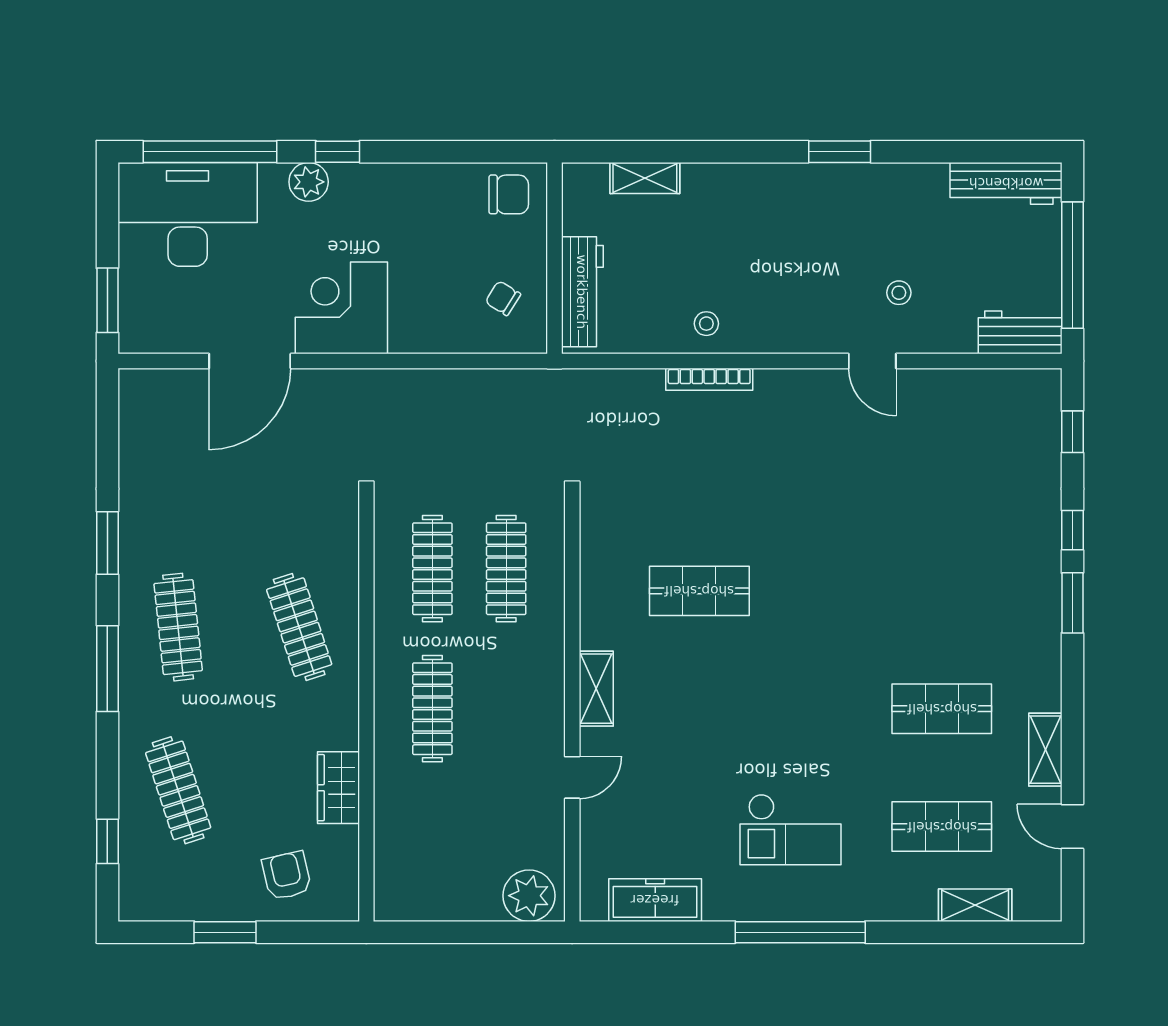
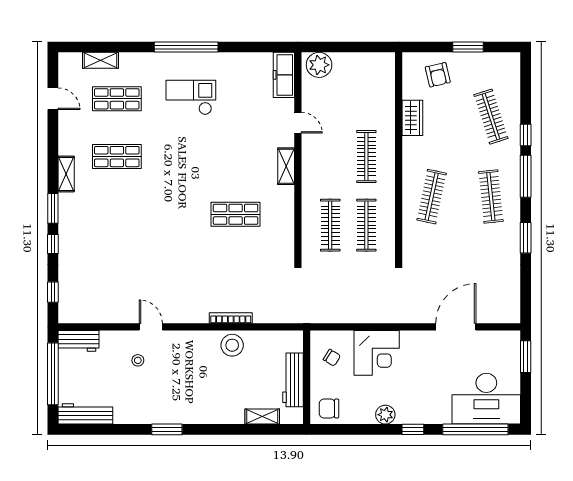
plant: (309, 182) -> (385, 415), moved
workbench: (582, 292) -> (293, 380), moved
corner desk: (341, 308) -> (377, 353), moved
stool: (706, 324) -> (232, 345), width x1.89, depth x1.89
clothes rail: (299, 627) -> (432, 197), turned 30
shelving: (1045, 750) -> (66, 174), moved
door: (572, 777) -> (298, 123), swing flipped
window: (107, 841) -> (526, 135), moved
freezer: (655, 900) -> (284, 75), moved, turned 90

